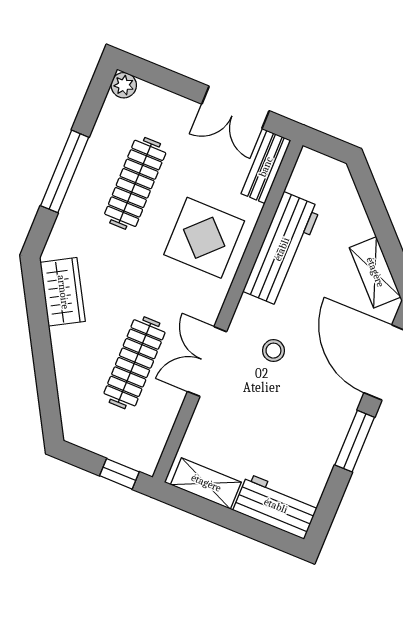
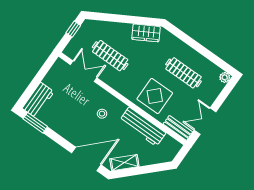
window: (65, 171) -> (195, 45), removed
double door: (207, 362) -> (84, 71), moved
window: (355, 441) -> (35, 123), moved
window: (119, 474) -> (73, 29), moved
shelving: (206, 483) -> (54, 73), removed

